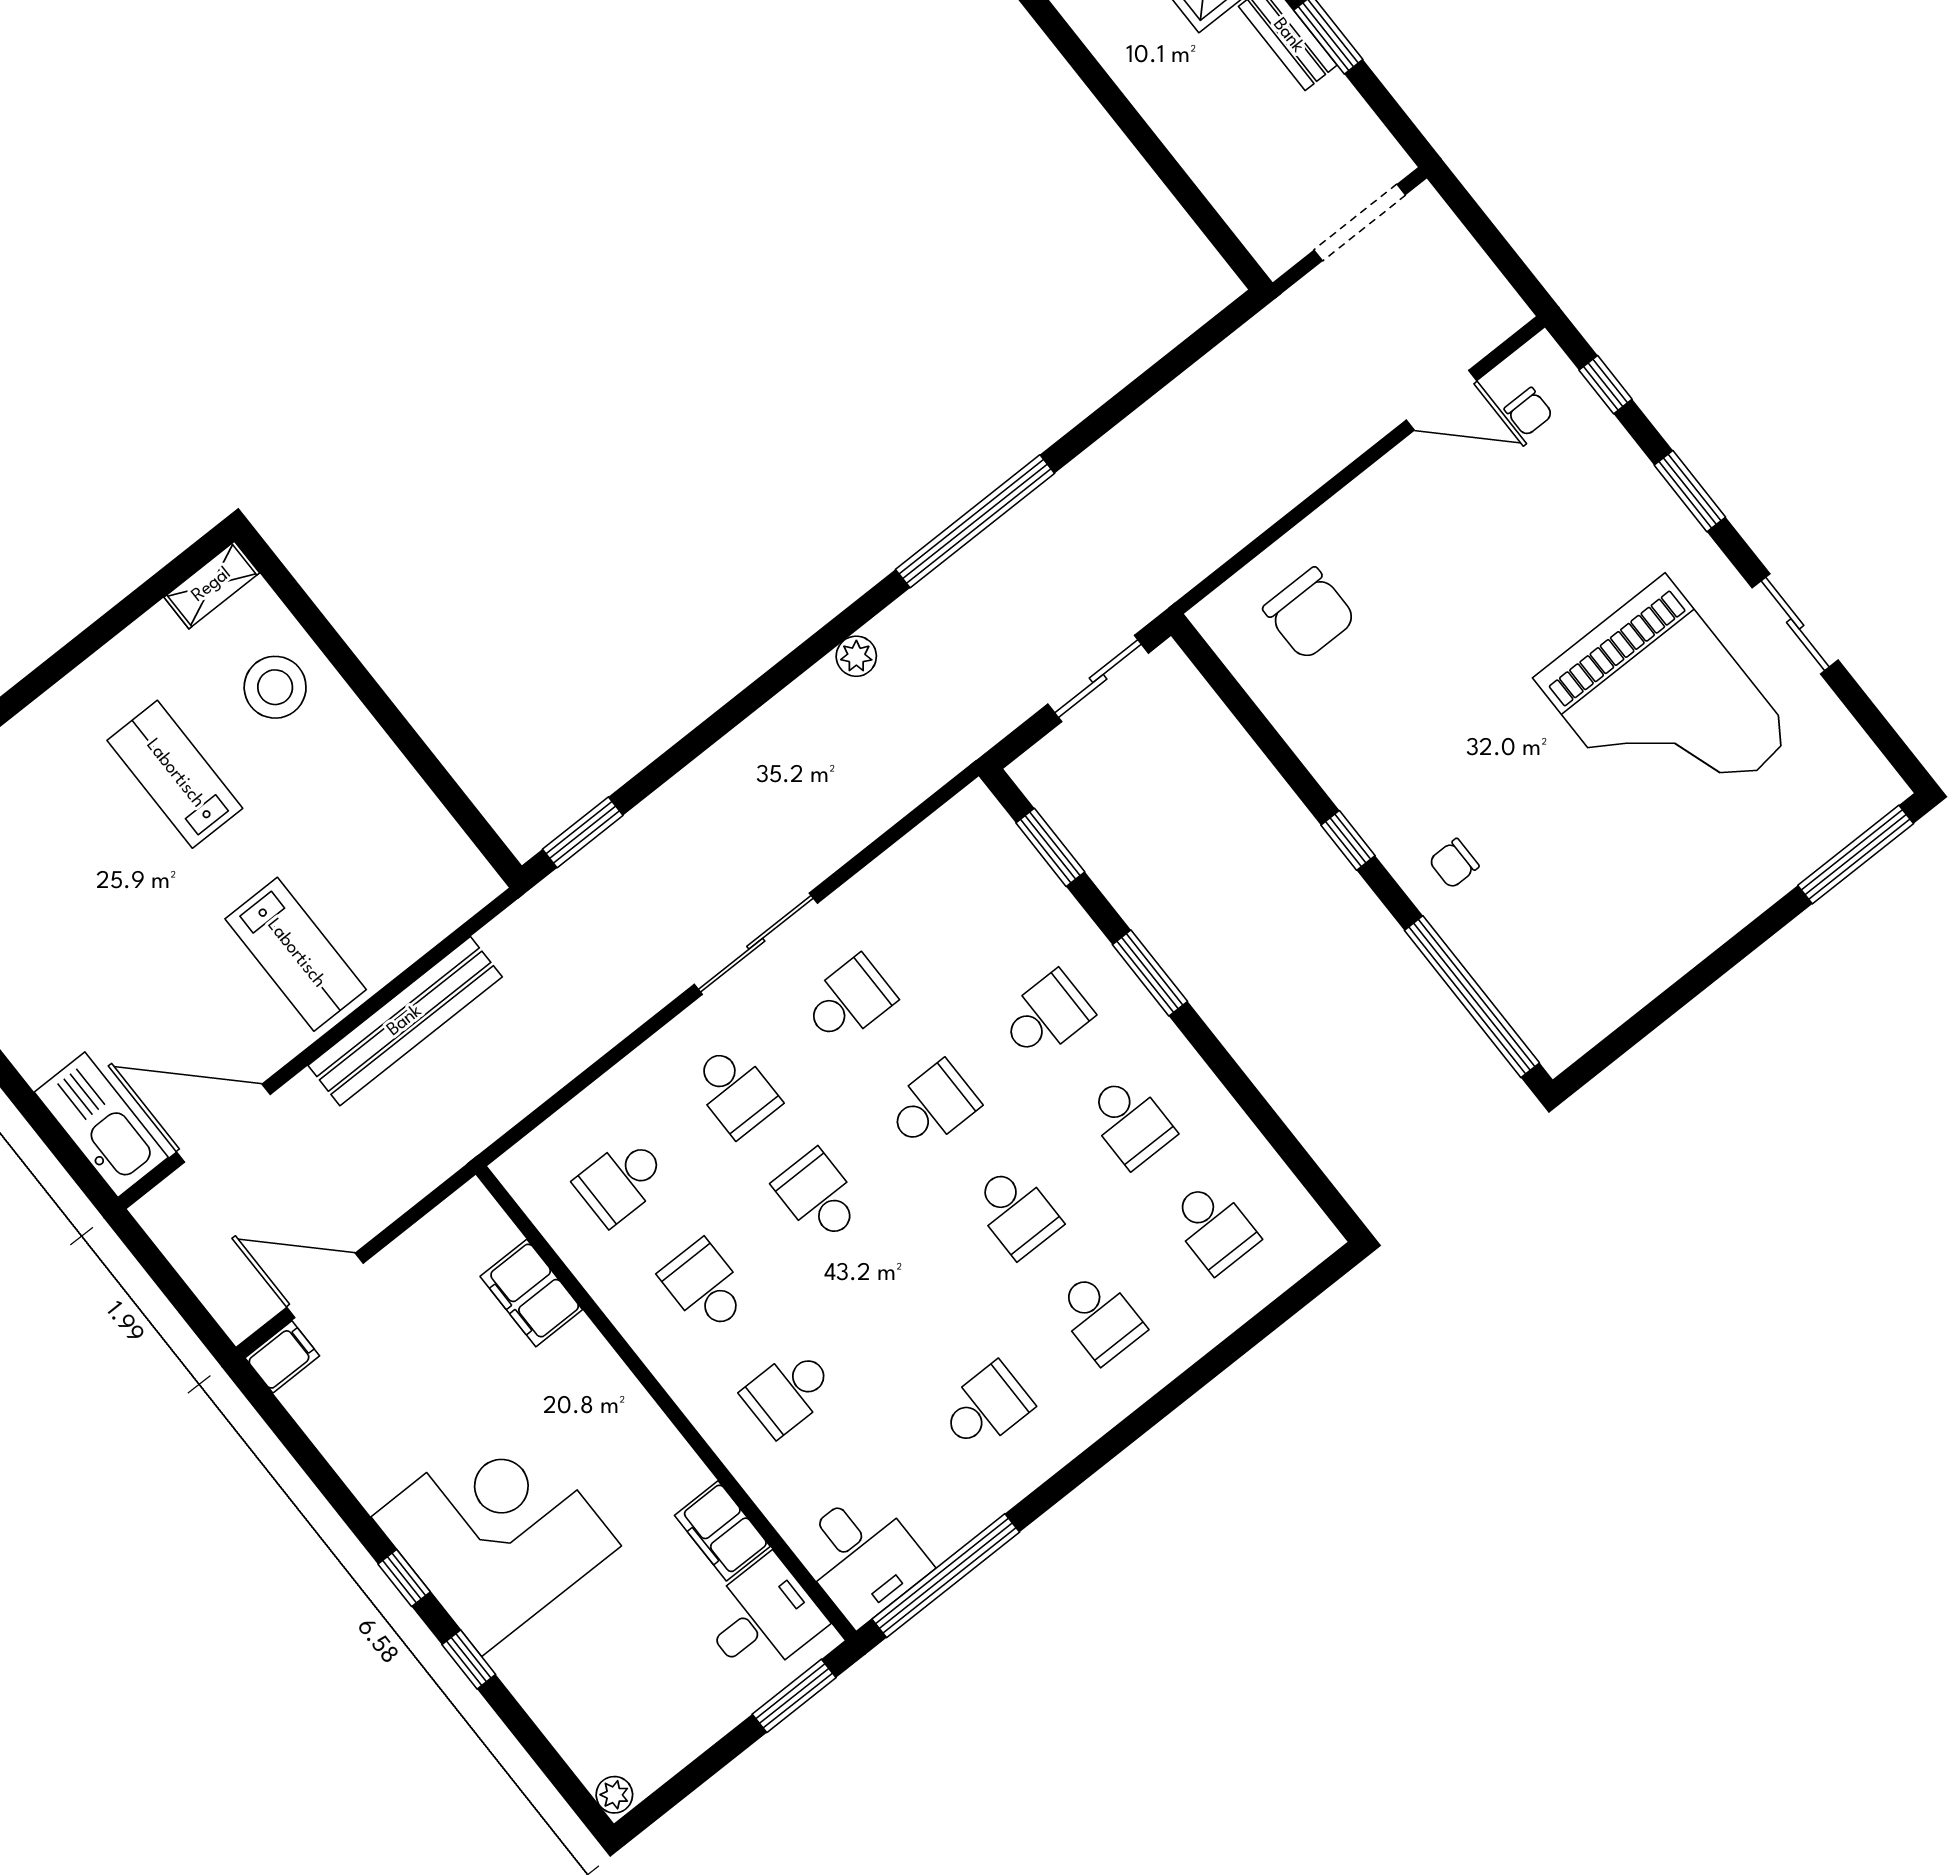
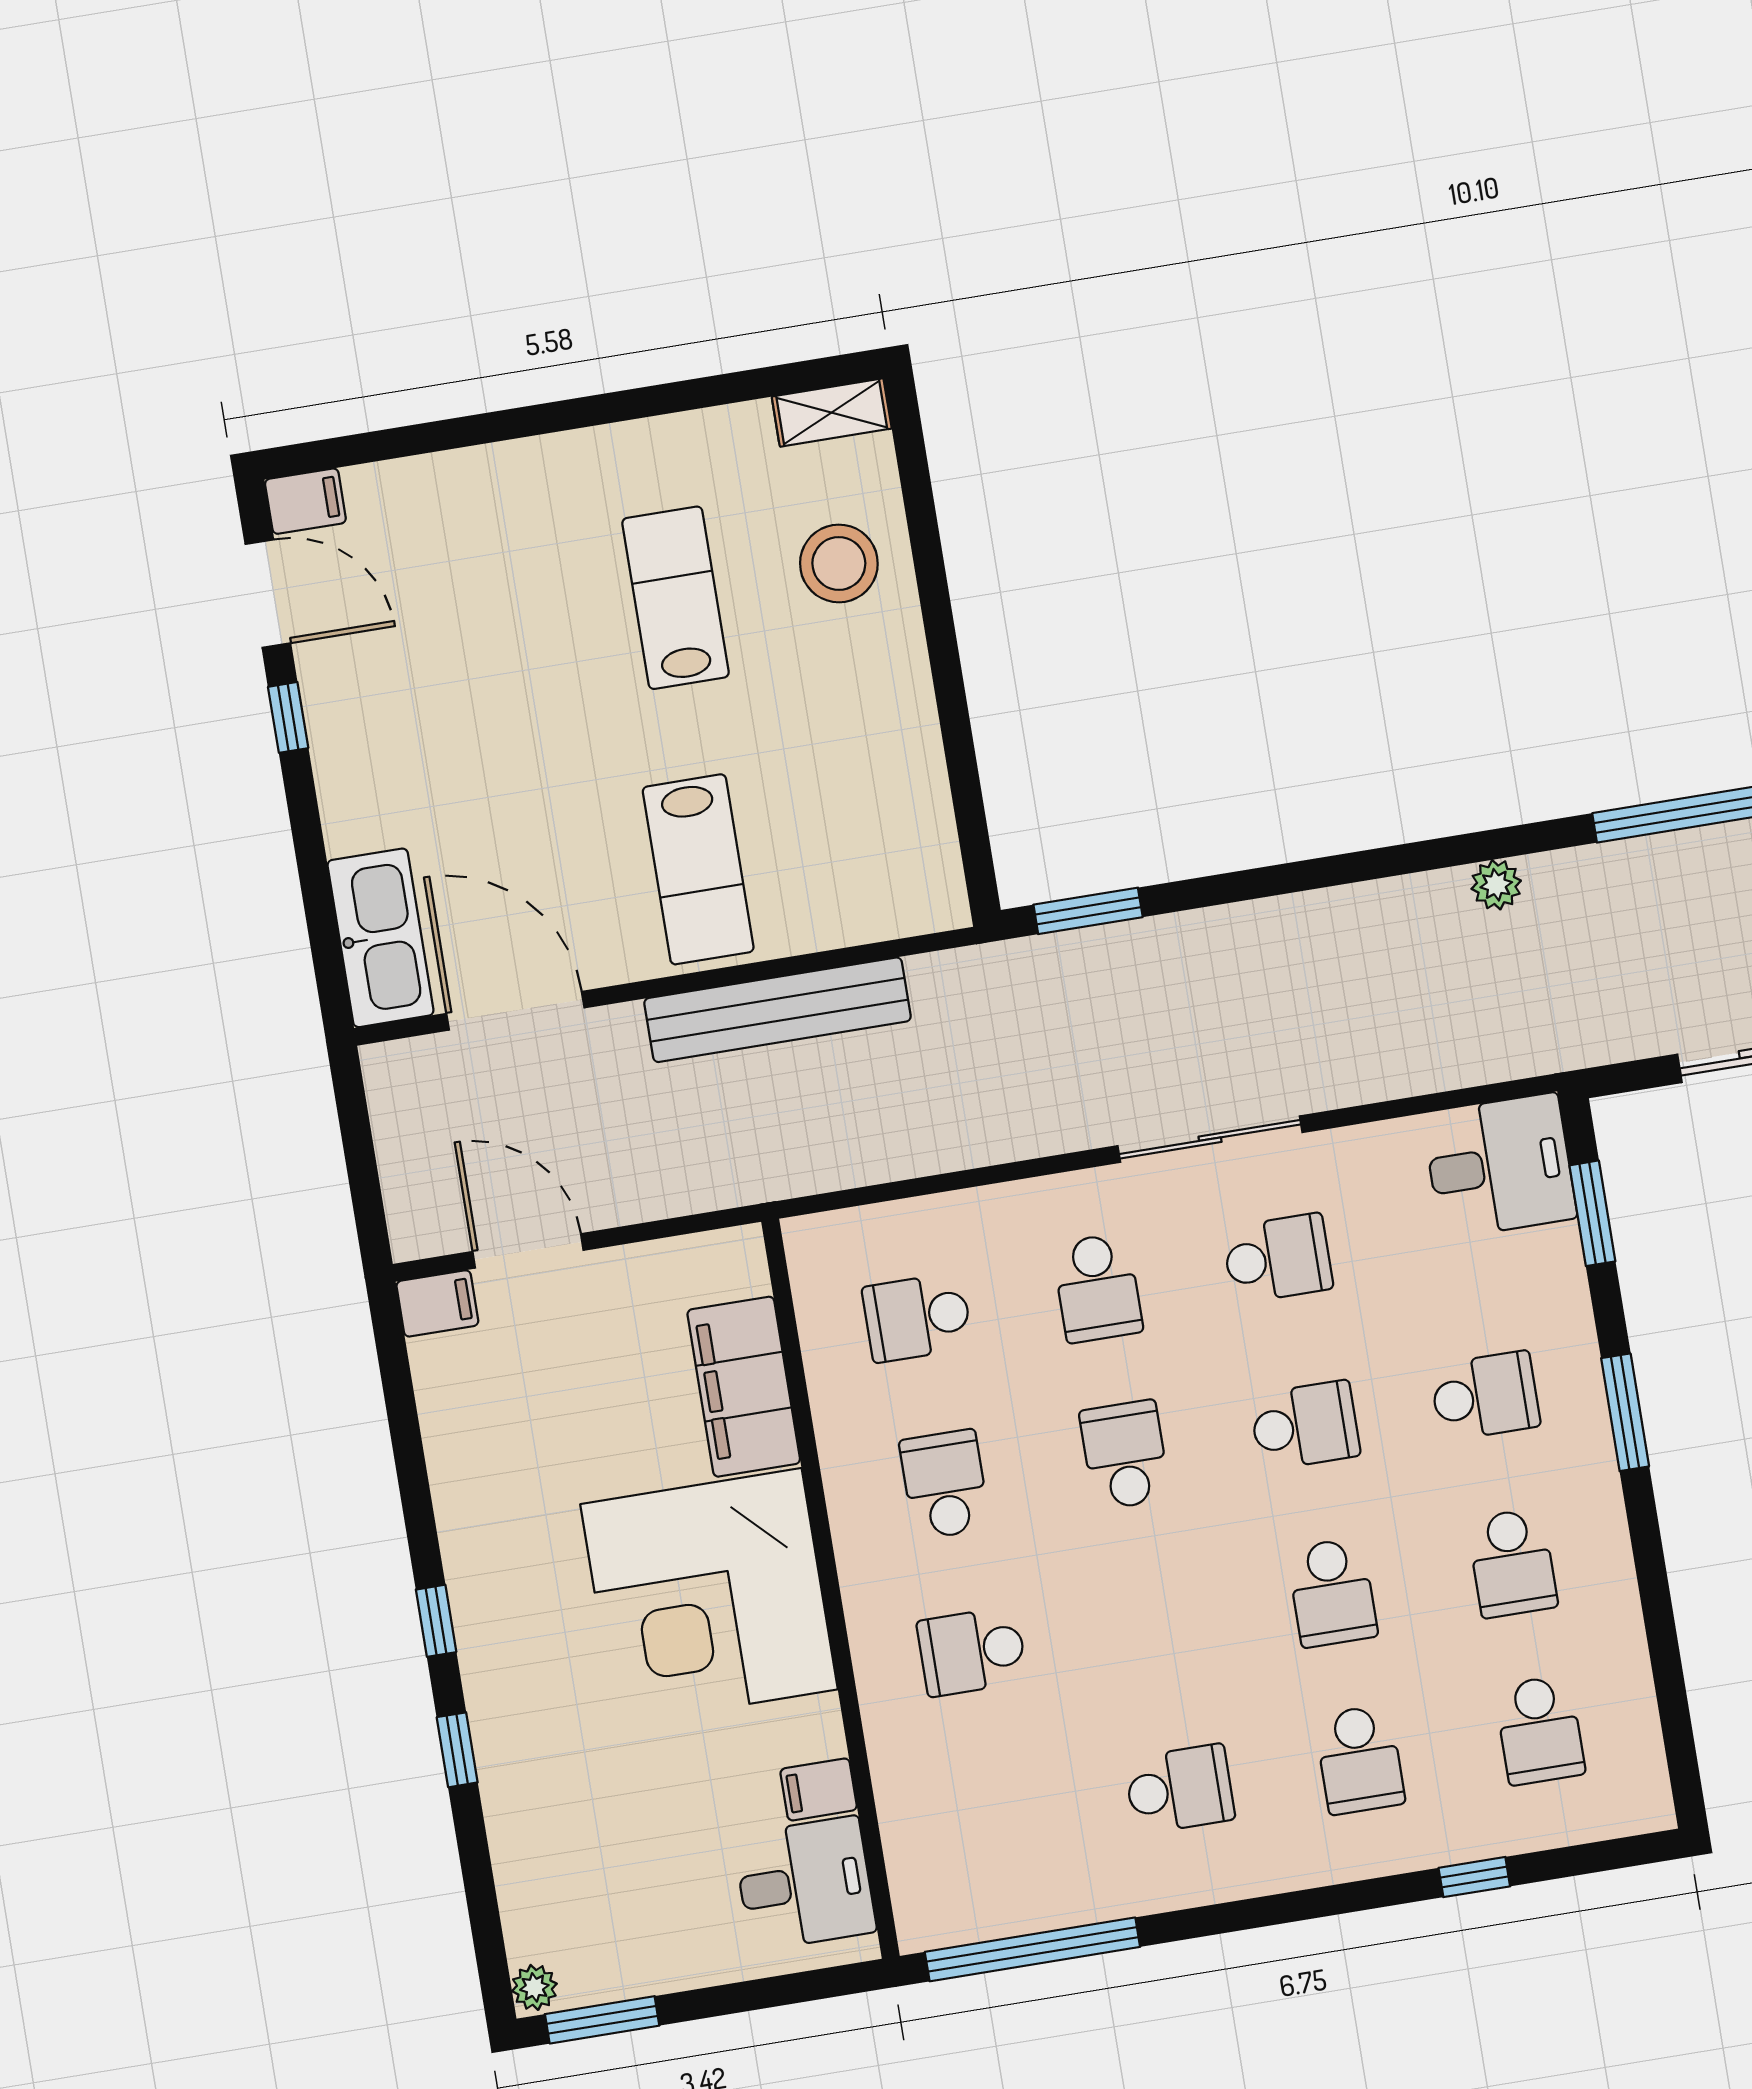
filing cabinet: (531, 1293) -> (744, 1387), width x1.50, depth x1.17
window: (1225, 1354) -> (1474, 1877), added
corner desk: (496, 1531) -> (709, 1597), moved, turned 180
filing cabinet: (722, 1531) -> (819, 1789), width x0.50
desk: (862, 1557) -> (1499, 1166), moved, turned -90
window: (794, 1696) -> (602, 2020), moved

